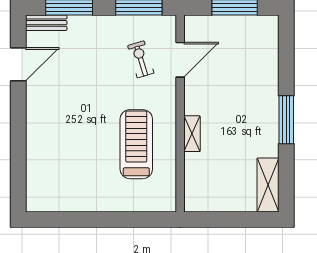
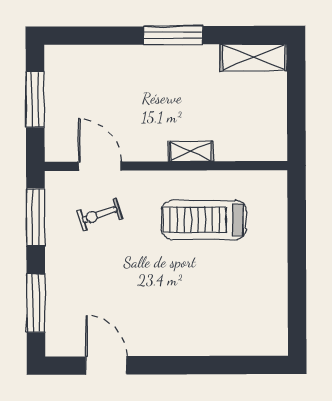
bench: (46, 23) -> (55, 331), removed

